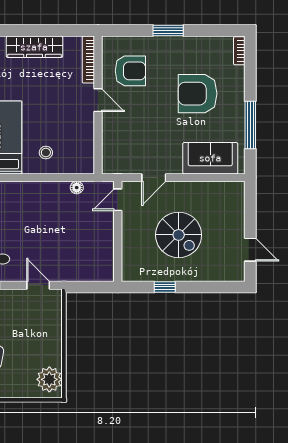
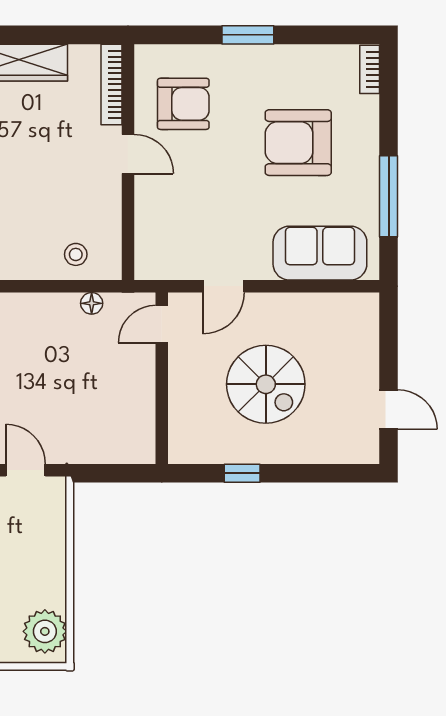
stool: (46, 153) -> (76, 254), moved

